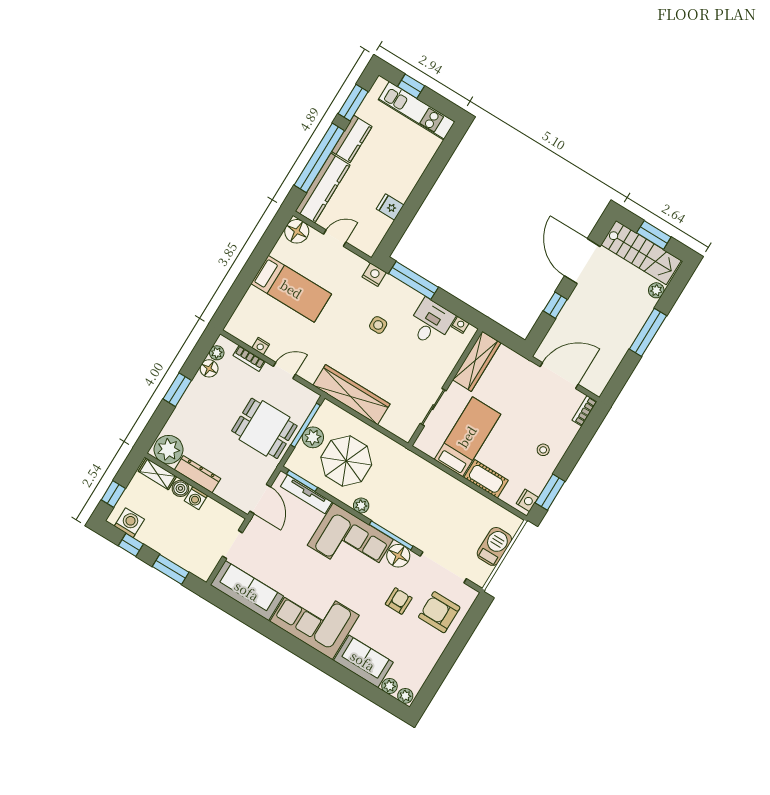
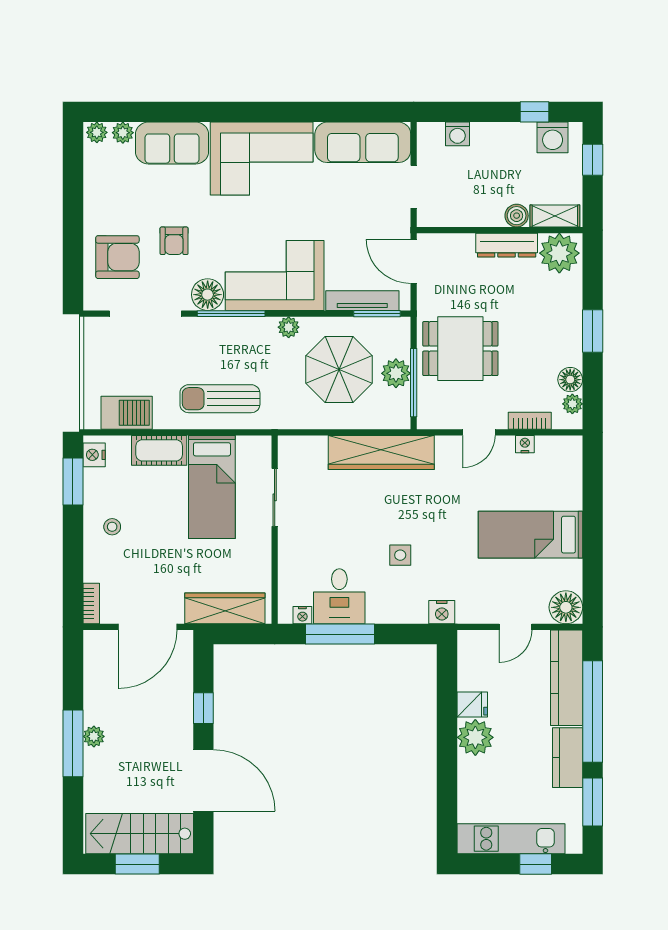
plant: (401, 186) -> (475, 737), added
window: (413, 280) -> (340, 634), moved
plant: (656, 290) -> (94, 736), moved
wardrobe: (477, 361) -> (225, 608), moved, turned 90
sun lounger: (430, 488) -> (220, 399), added
washing machine: (196, 498) -> (457, 134), moved, turned 180
barbecue: (494, 546) -> (127, 413), moved, turned -90
window: (171, 569) -> (469, 112), removed

